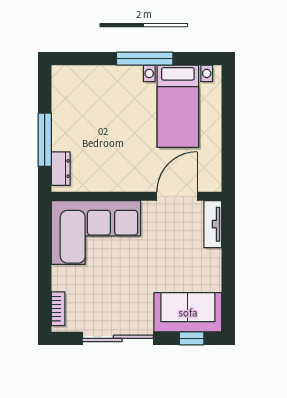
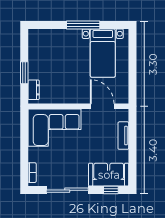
window: (45, 140) -> (24, 73), width x0.69
door: (177, 196) -> (102, 106), hinge flipped
tv unit: (213, 224) -> (123, 136), moved

